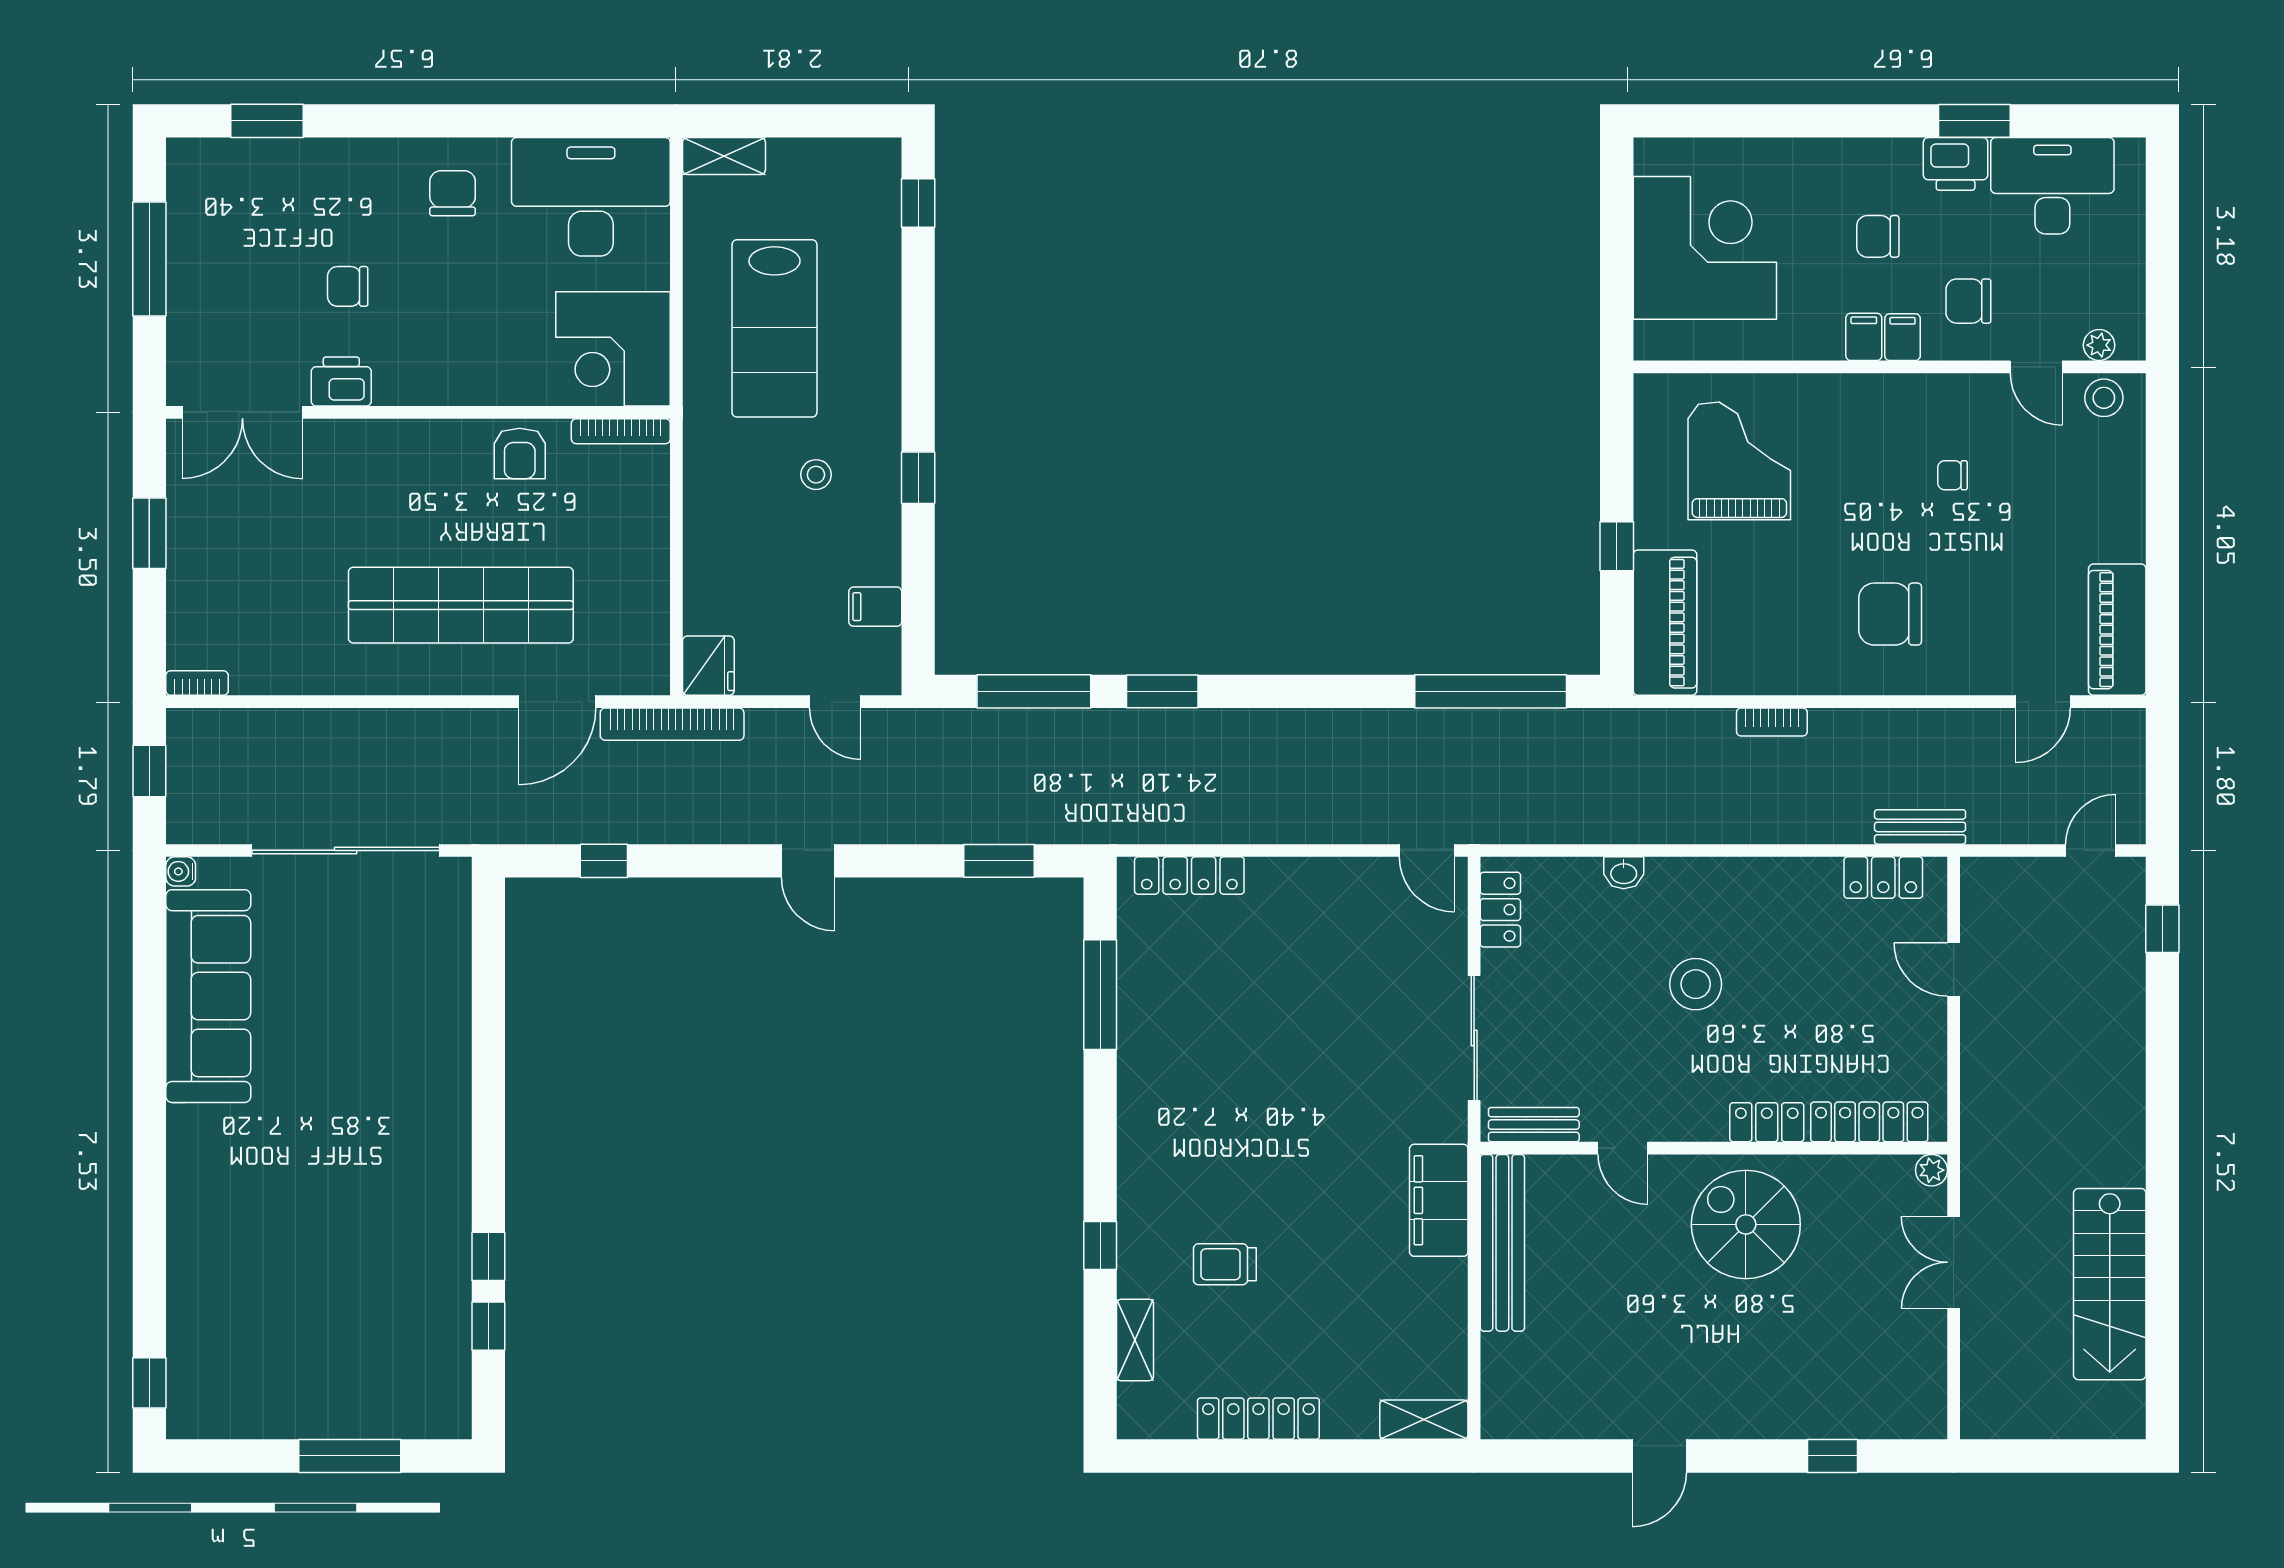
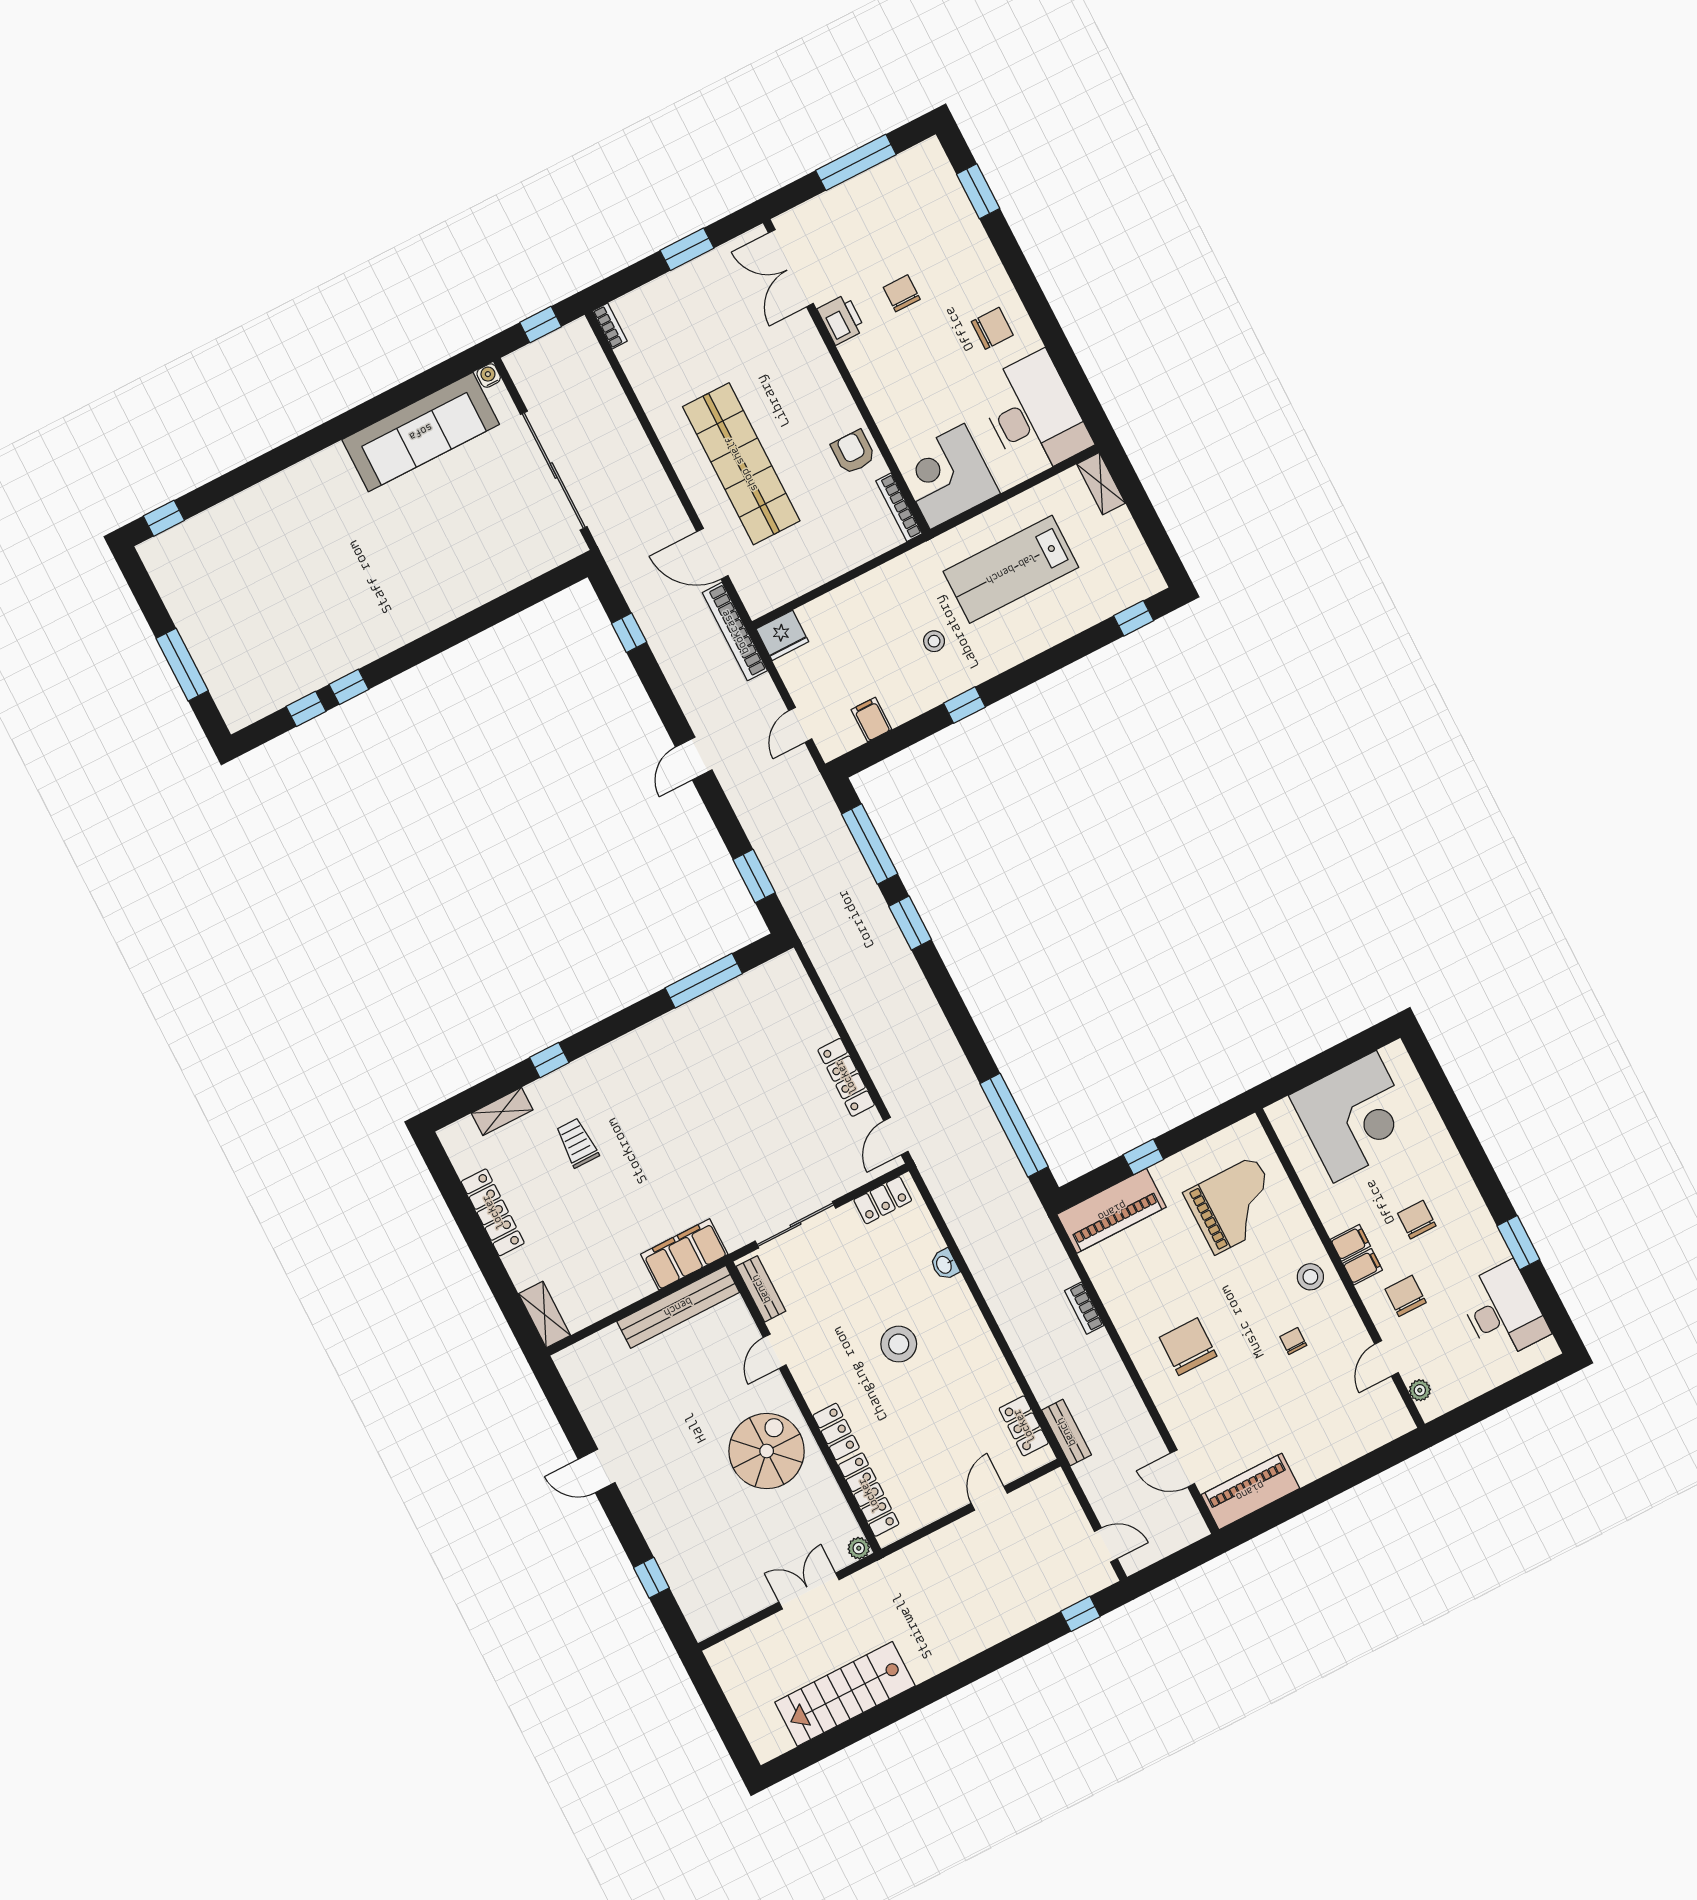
printer: (1956, 164) -> (1486, 1245), removed
stool: (2104, 398) -> (1310, 1277), moved
armchair: (520, 454) -> (853, 452), turned 90
locker: (1189, 875) -> (846, 1077), moved

